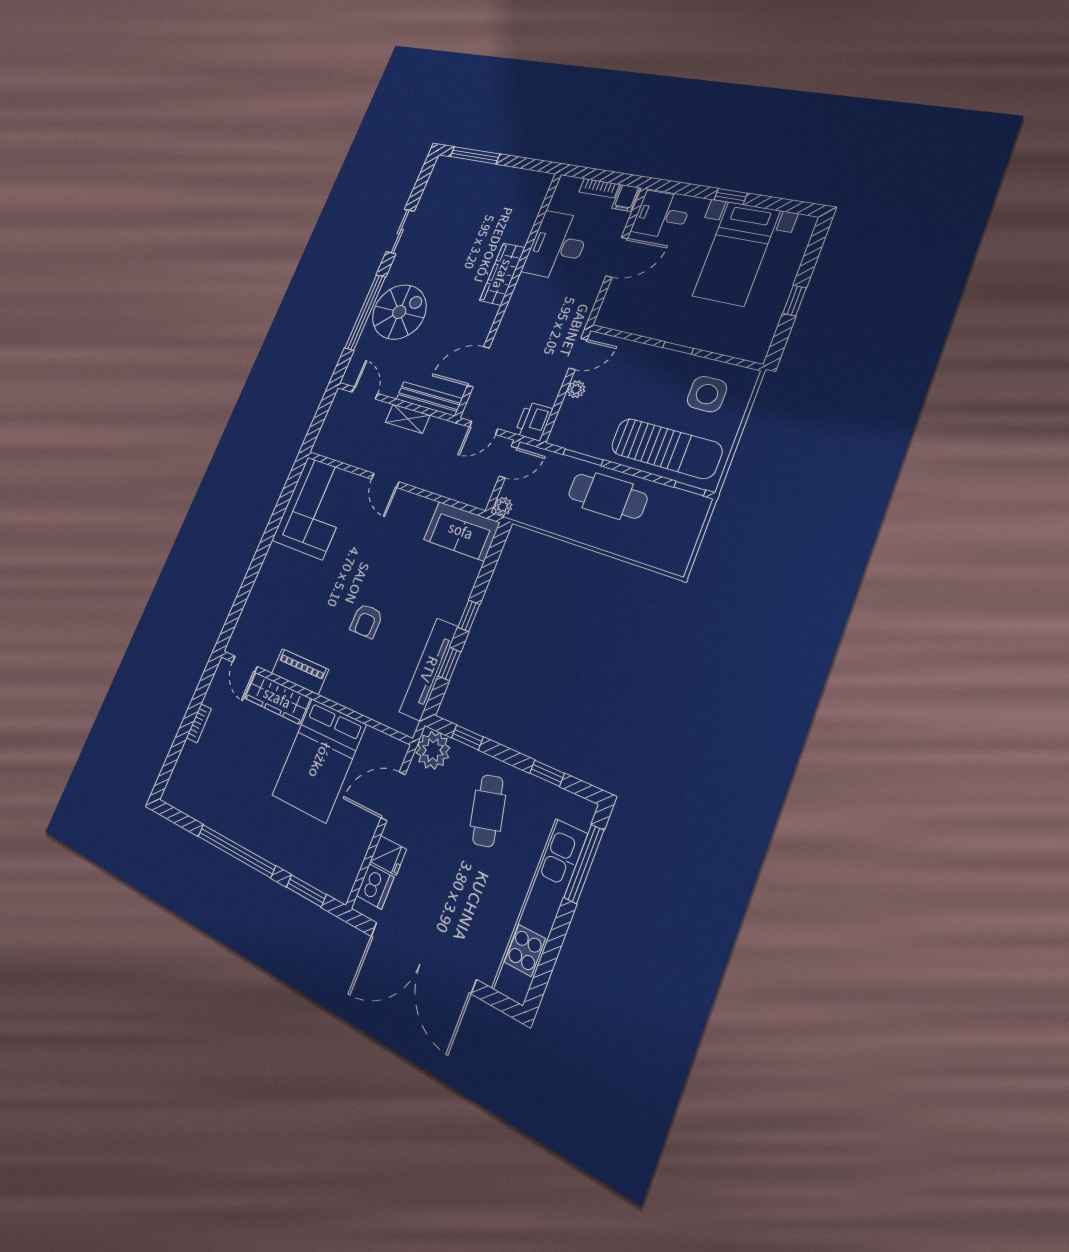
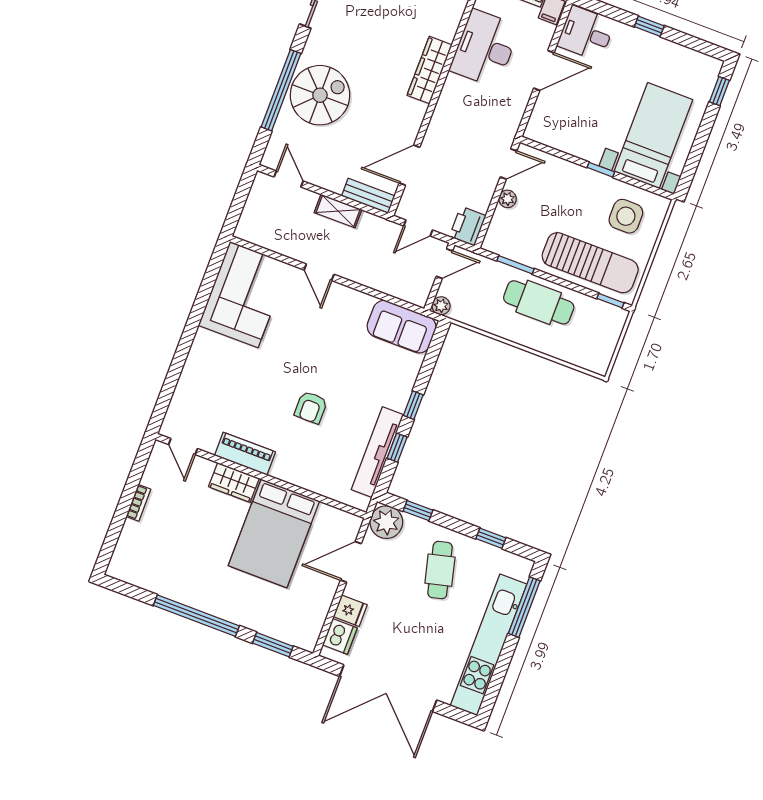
bed with nightstands: (736, 254) -> (653, 136), moved, turned 180
window: (794, 301) -> (719, 91), moved
bench: (429, 399) -> (368, 196), width x0.73
wardrobe: (277, 698) -> (234, 483), width x0.67

